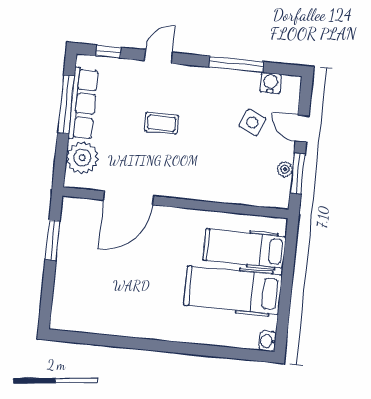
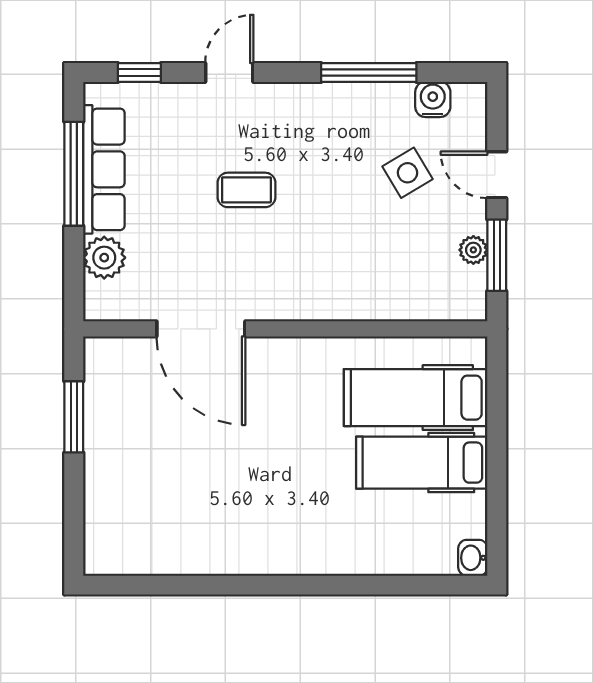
side table: (252, 123) -> (407, 173), turned 35
plant: (82, 158) -> (104, 258), width x0.73, depth x0.73
door: (128, 198) -> (201, 329), hinge flipped
hospital bed: (233, 290) -> (422, 463), width x0.73, depth x0.78

